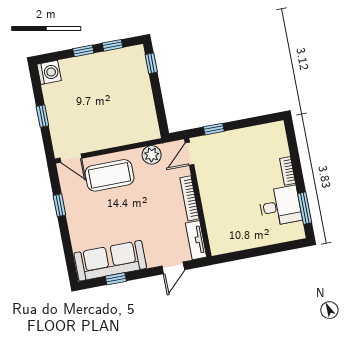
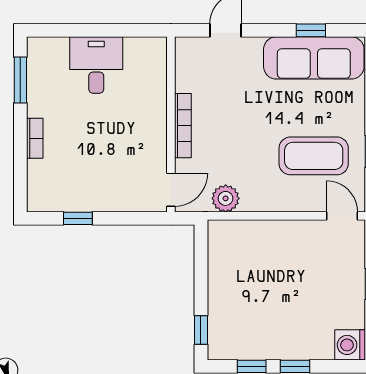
window: (214, 129) -> (78, 218), moved
coffee table: (110, 175) -> (314, 156), moved
desk: (280, 206) -> (96, 65), moved, turned 90
tv unit: (196, 240) -> (185, 64), removed

